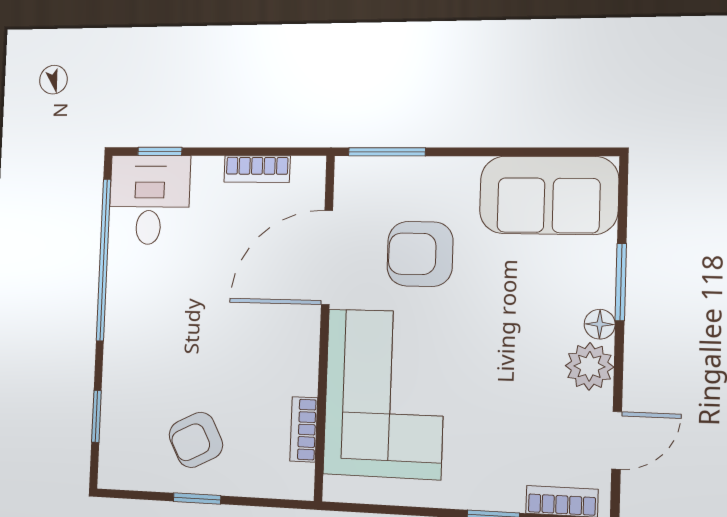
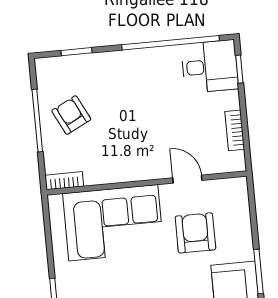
window: (387, 152) -> (259, 272), moved
door: (327, 257) -> (187, 179), width x0.53
bookcase: (304, 429) -> (64, 181), moved
window: (197, 499) -> (37, 120), width x2.17

